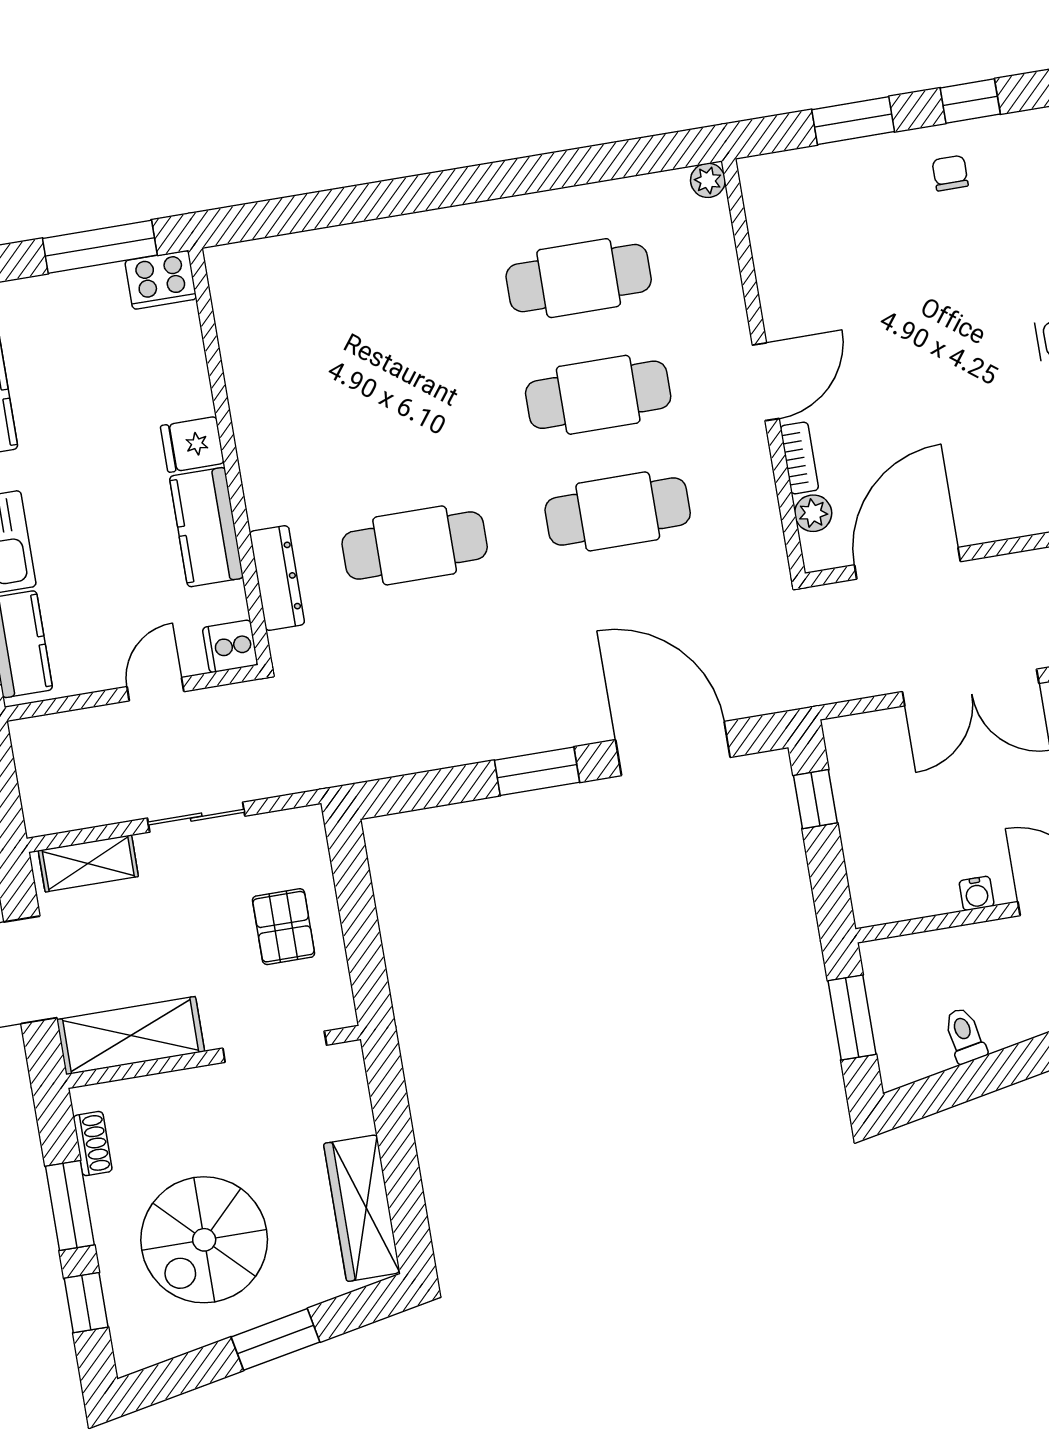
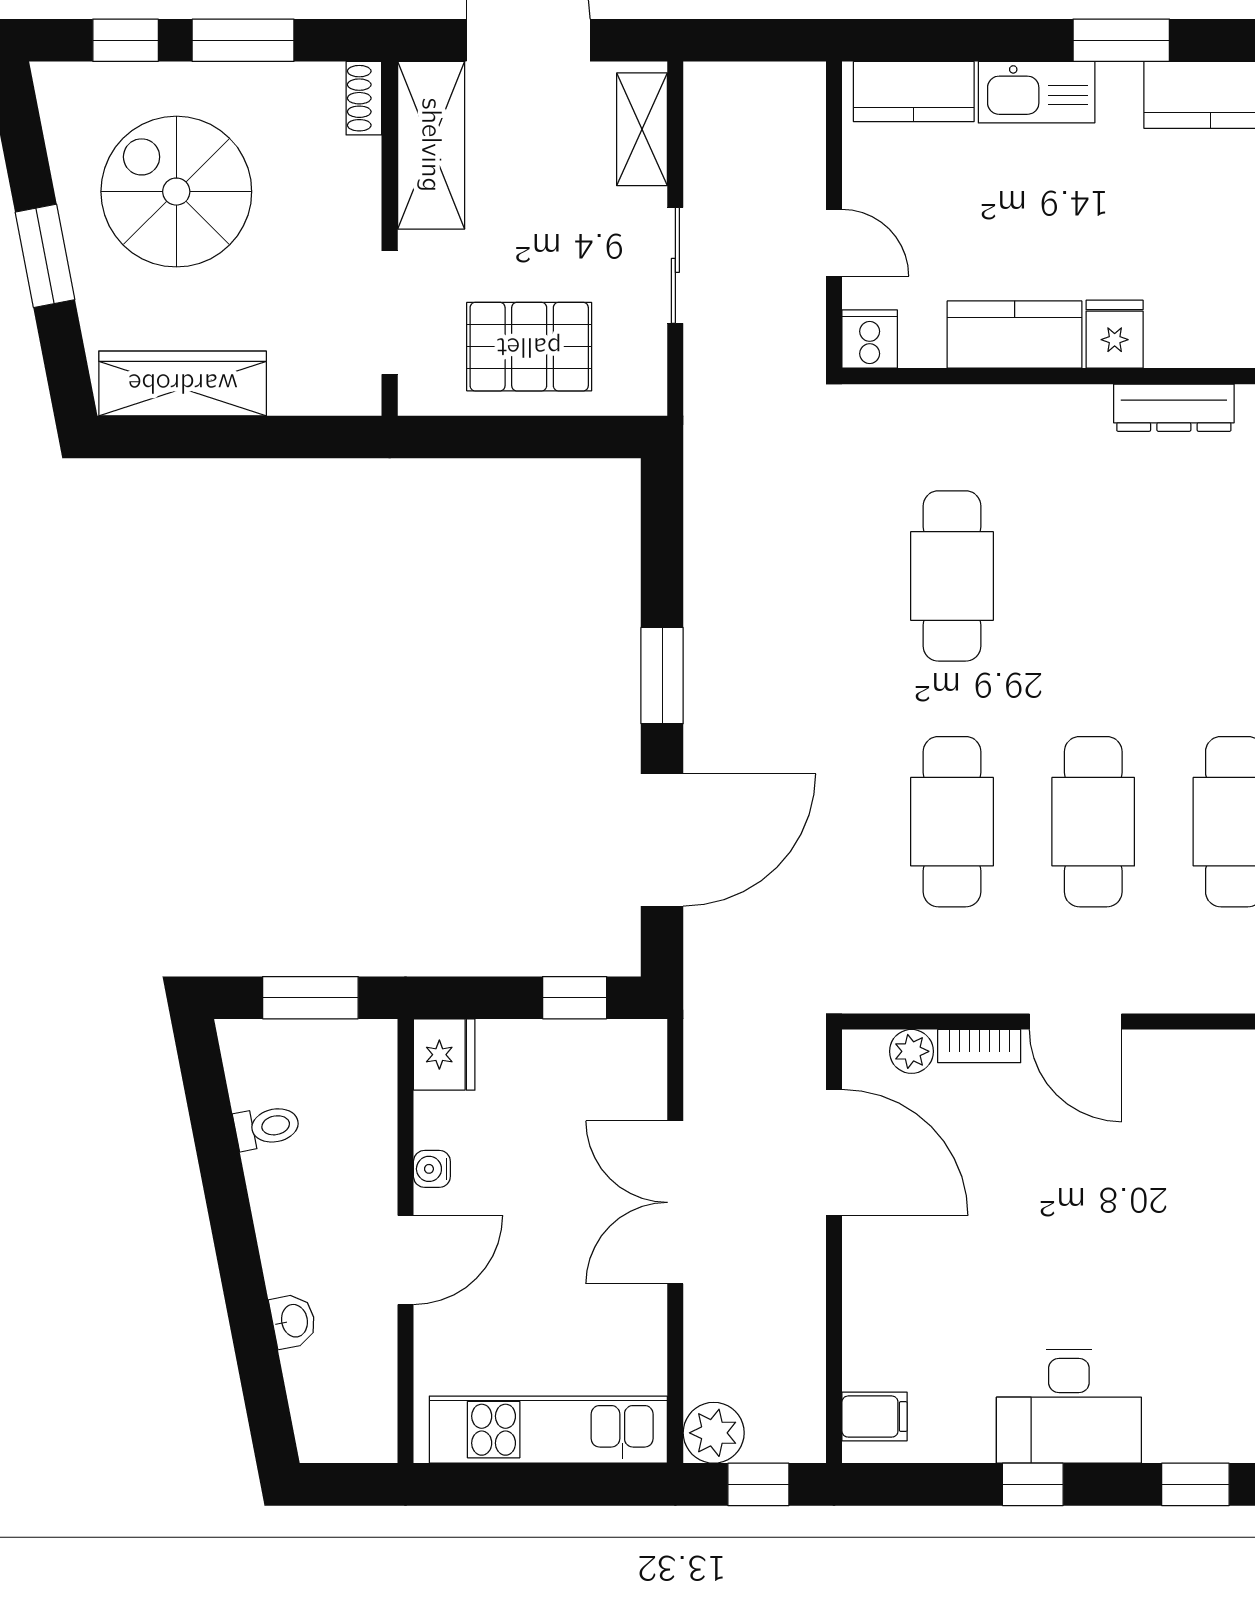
dresser: (277, 578) -> (1174, 408), moved
fridge: (880, 899) -> (444, 1055), added
pallet: (284, 927) -> (529, 347), width x1.50, depth x1.42
shoe rack: (93, 1144) -> (364, 98), moved, turned 90

